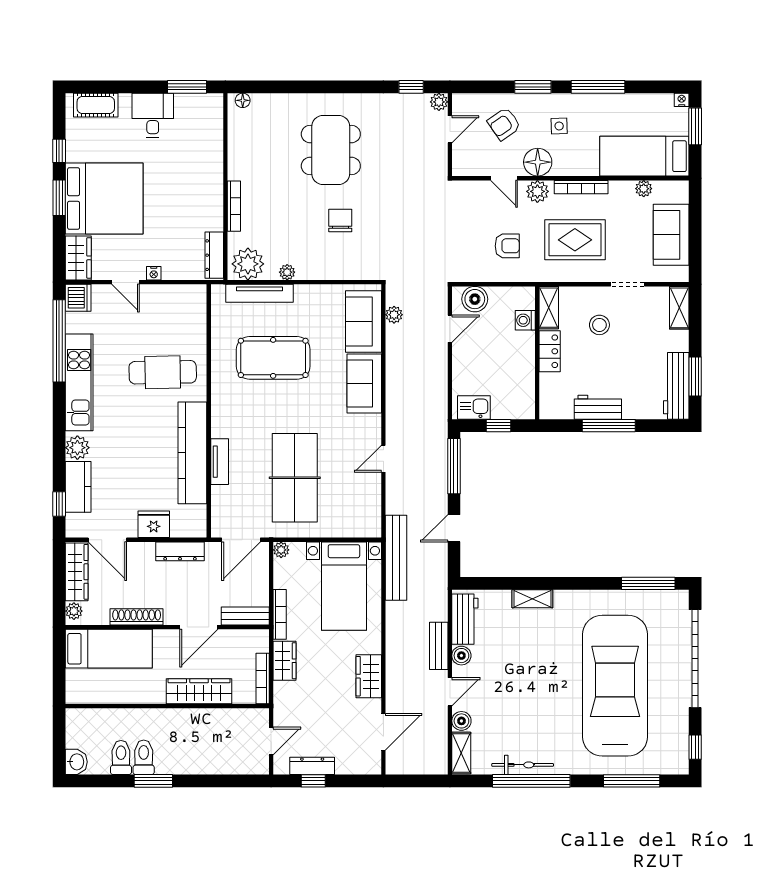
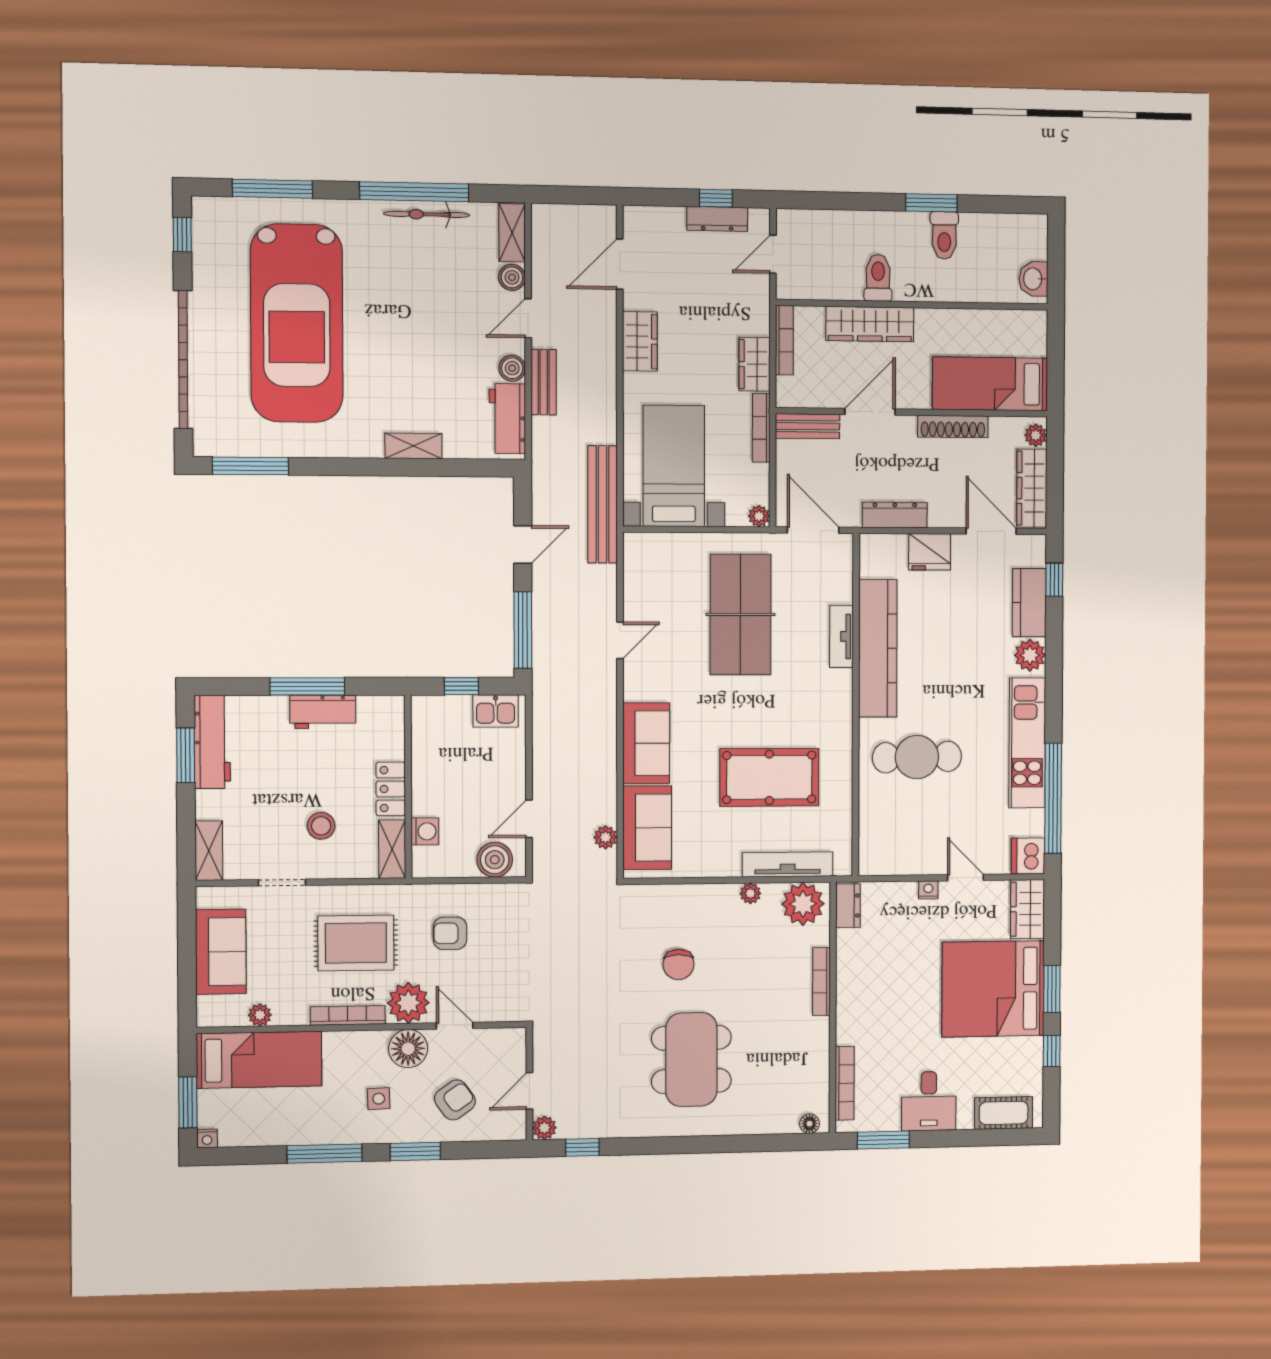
bookcase: (216, 130) -> (845, 1083), added
plant: (537, 191) -> (408, 1003), width x1.36, depth x1.36
dresser: (214, 255) -> (848, 906), width x0.70
door: (241, 540) -> (813, 530), hinge flipped
toilet: (121, 757) -> (878, 278), moved, turned 180
washbasin: (76, 762) -> (1033, 279), moved

